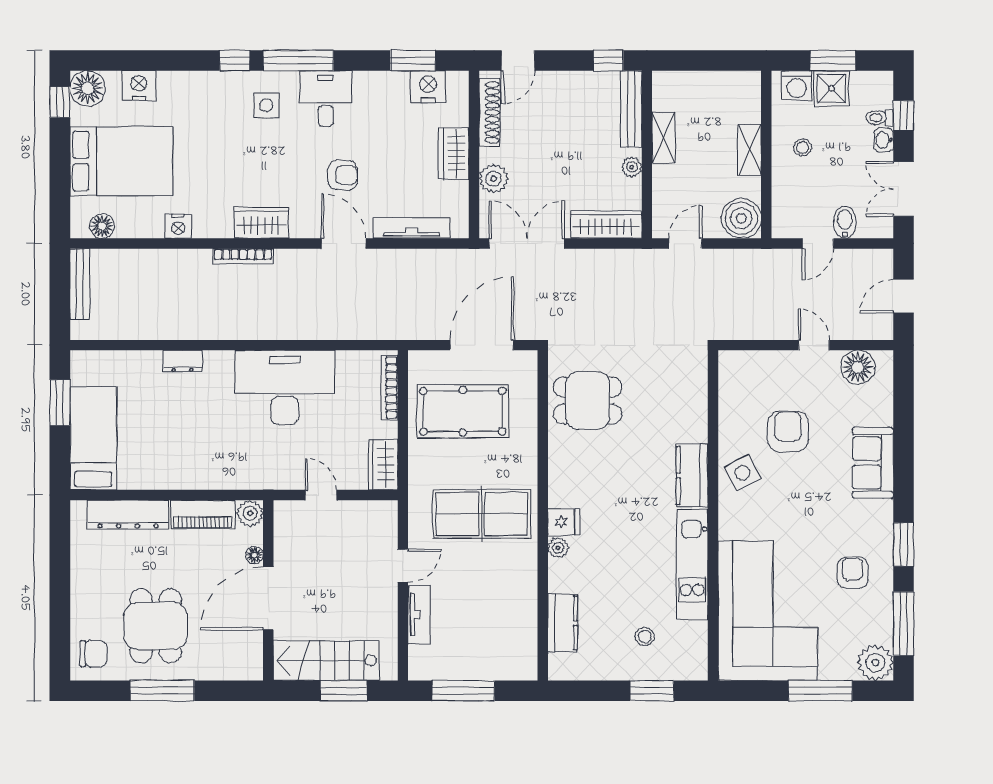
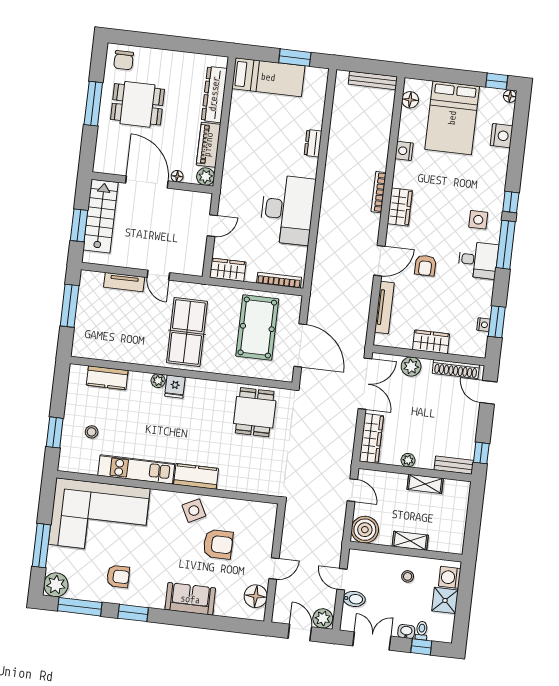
window: (833, 61) -> (464, 604), removed
nightstand: (428, 87) -> (483, 325), width x0.53, depth x0.56
floor lamp: (88, 88) -> (510, 96), width x0.53, depth x0.53
bench: (631, 109) -> (454, 465), width x0.73
plant: (879, 265) -> (323, 618), added

